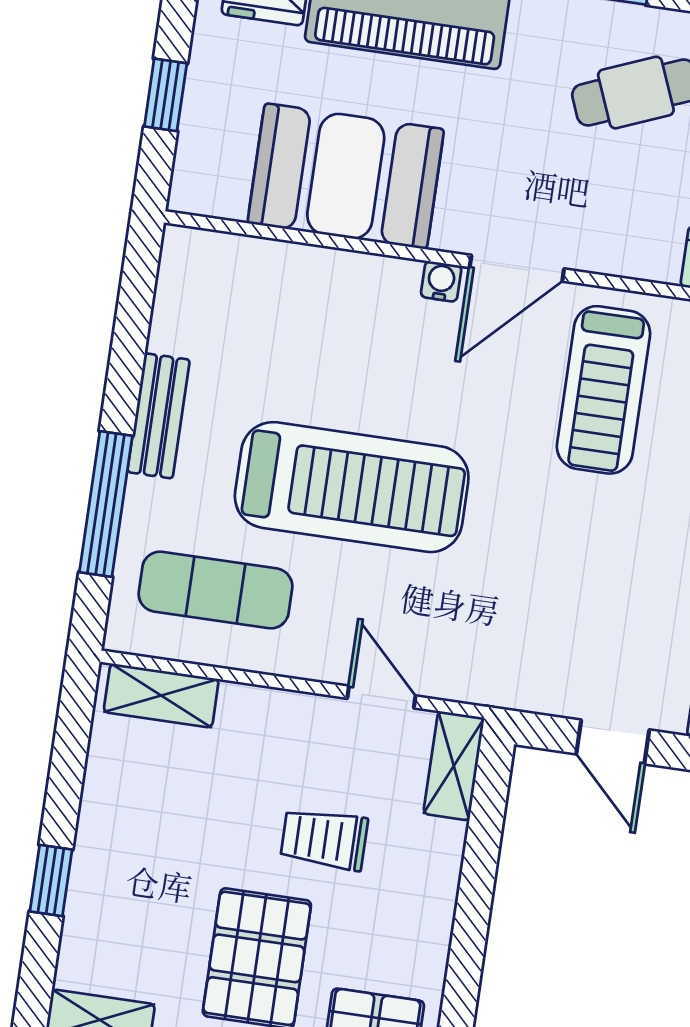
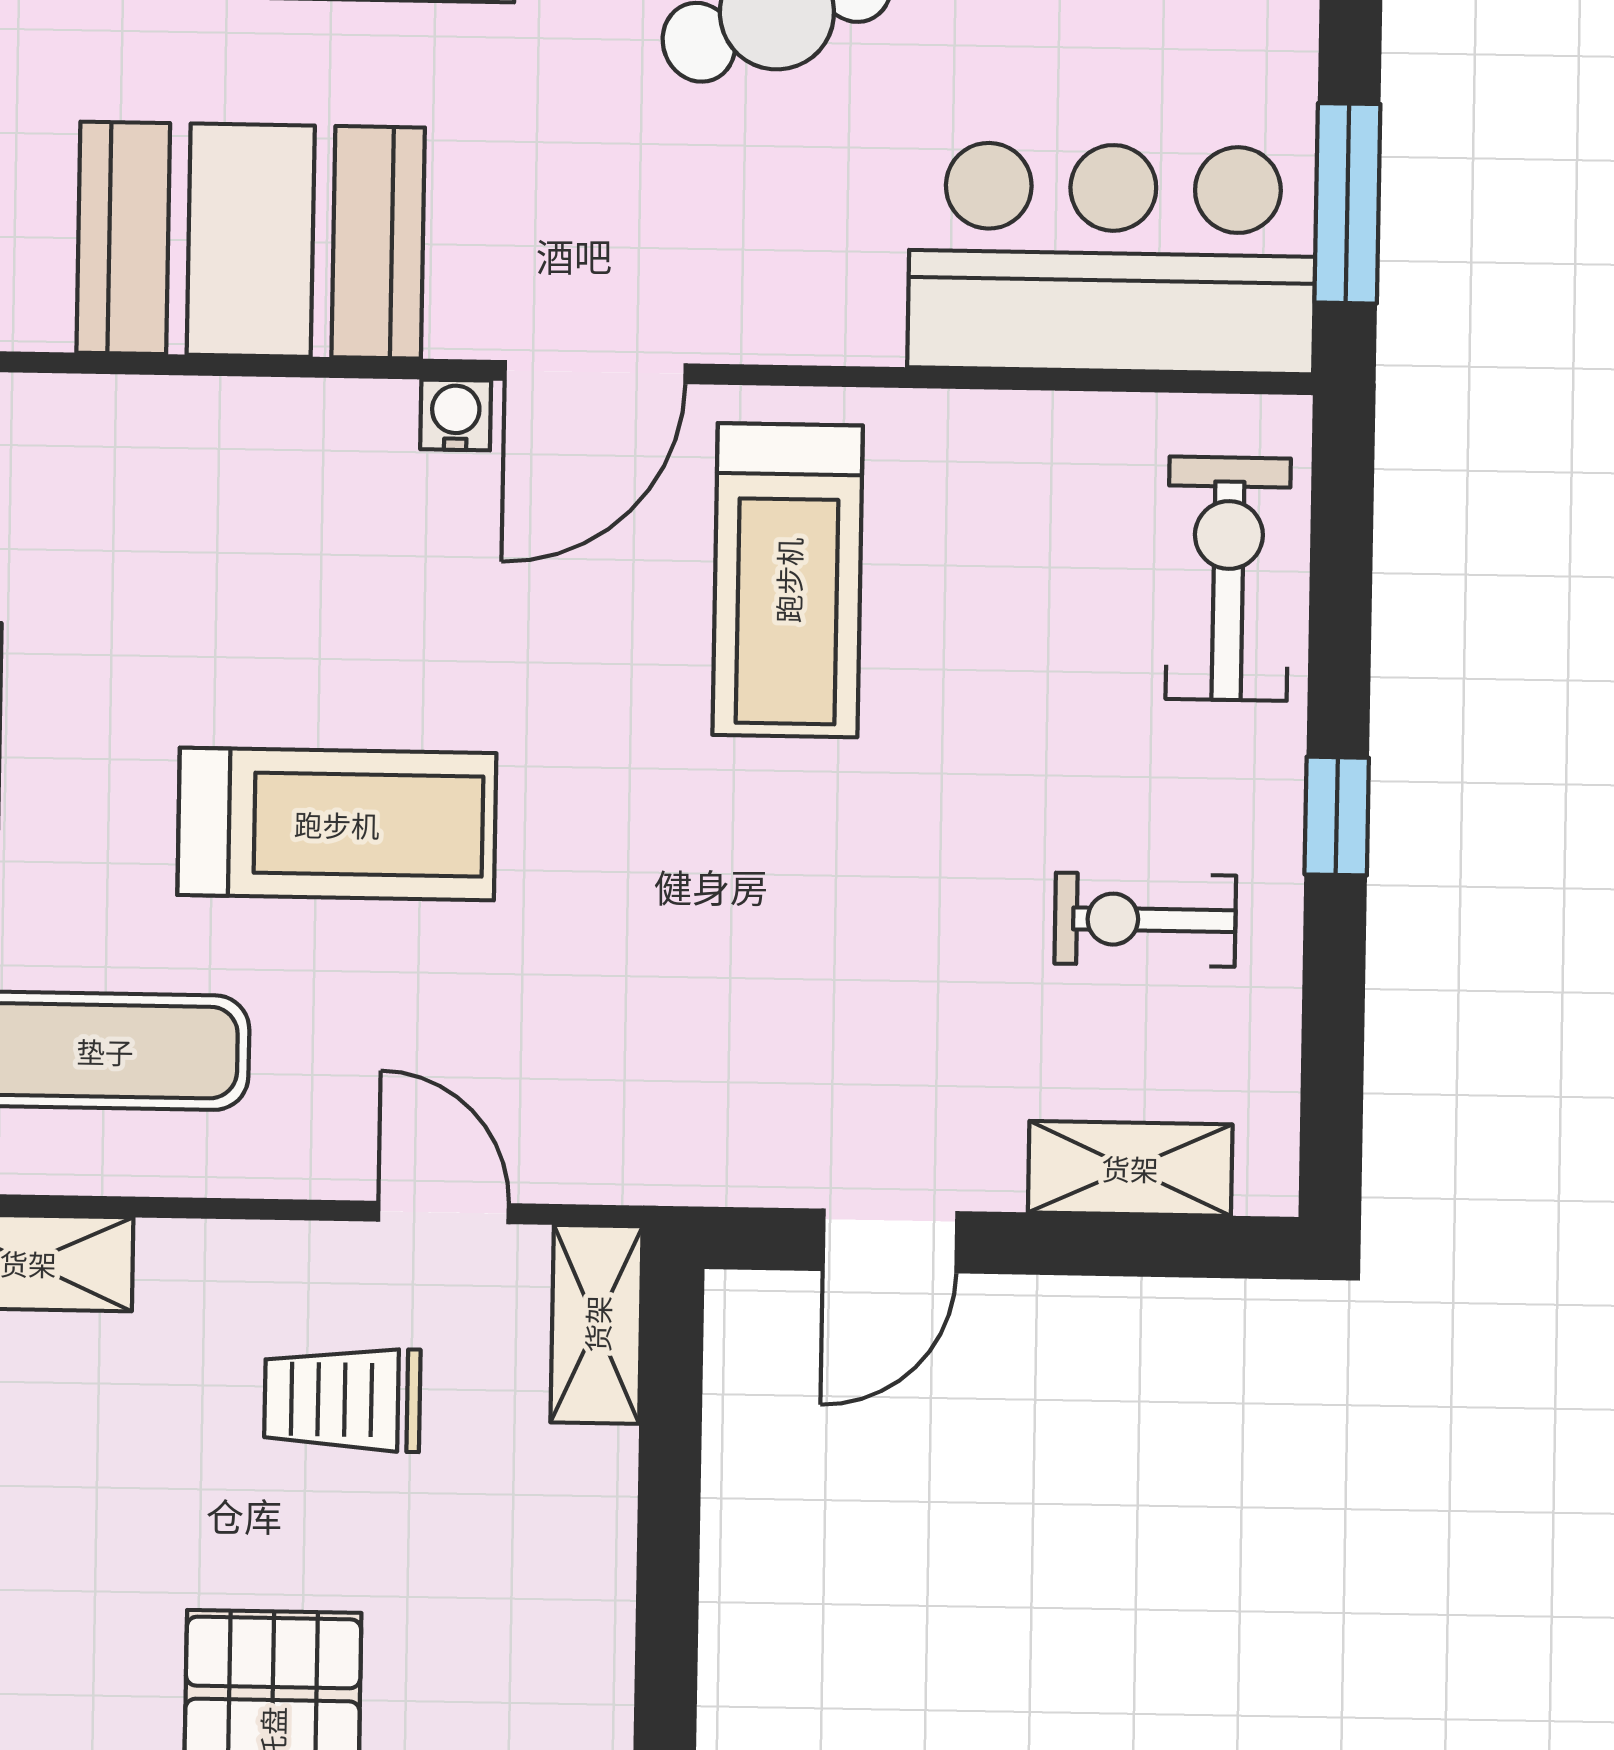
treadmill: (352, 487) -> (337, 824), width x0.73, depth x0.73
door: (613, 742) -> (890, 1241), hinge flipped
trolley: (324, 839) -> (342, 1400), moved

